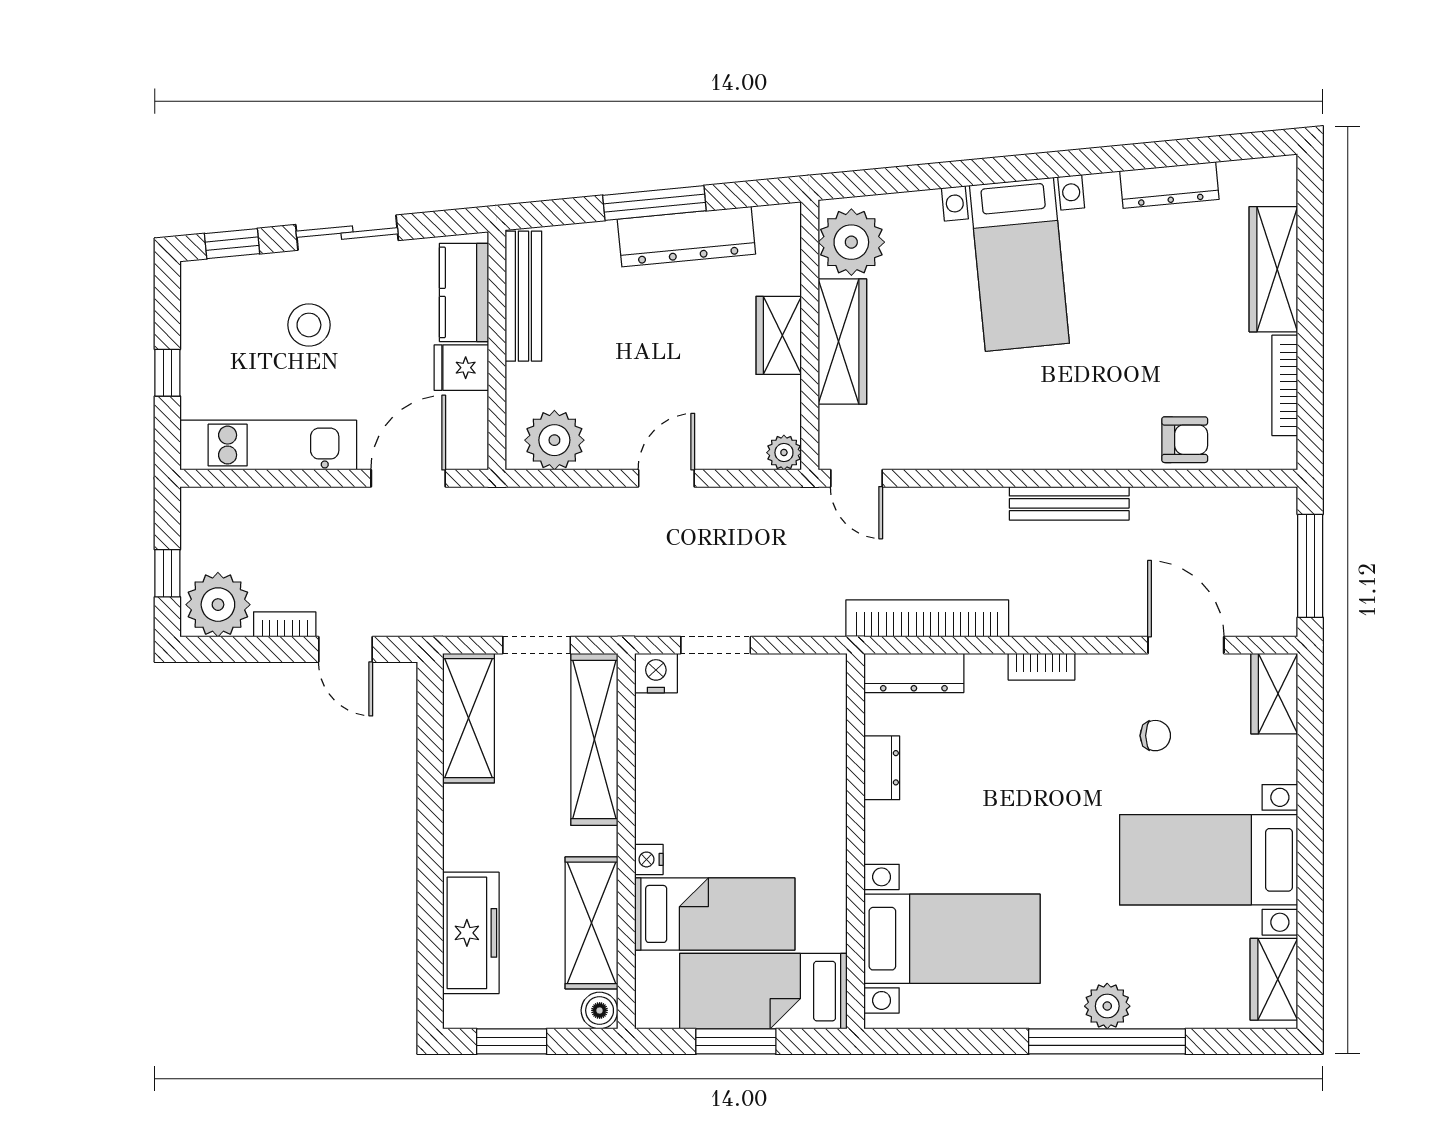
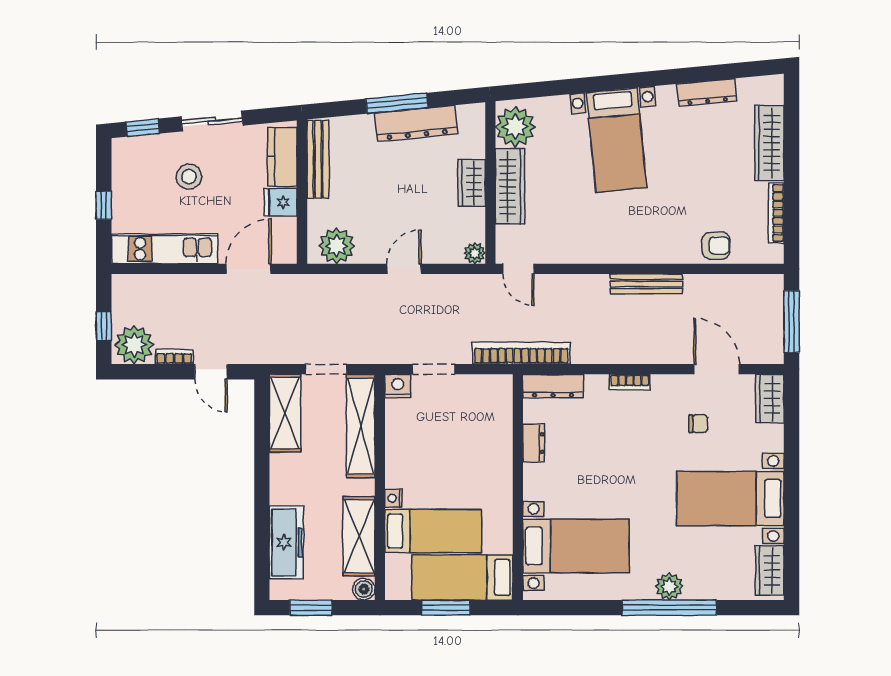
bookcase: (927, 618) -> (521, 353), moved

